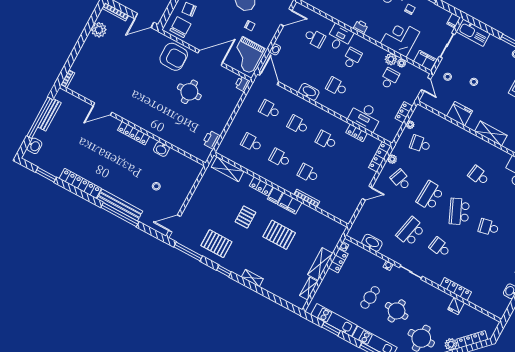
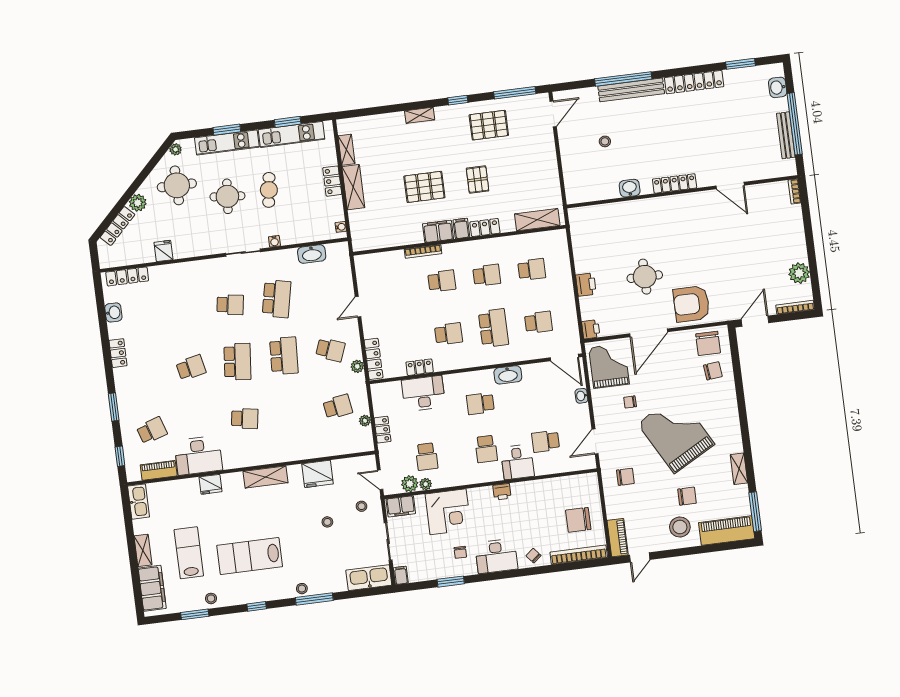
plant: (391, 59) -> (410, 484), moved
school desk: (337, 87) -> (480, 404), turned 180
door: (102, 109) -> (730, 186), swing flipped
school desk: (298, 125) -> (493, 328), width x1.85
printer: (211, 140) -> (586, 285), moved
school desk: (459, 211) -> (237, 362), turned 30
locker: (338, 261) -> (332, 181), moved
locker: (456, 289) -> (127, 276), moved

